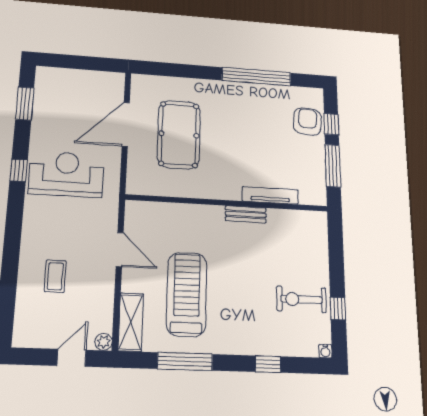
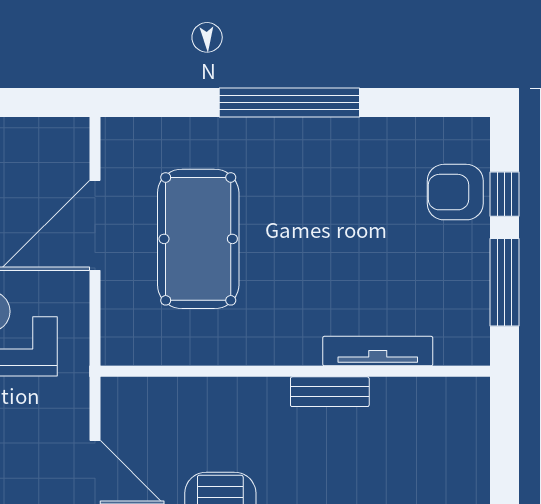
window: (256, 77) -> (289, 103), moved
armchair: (307, 122) -> (455, 192), turned -94

